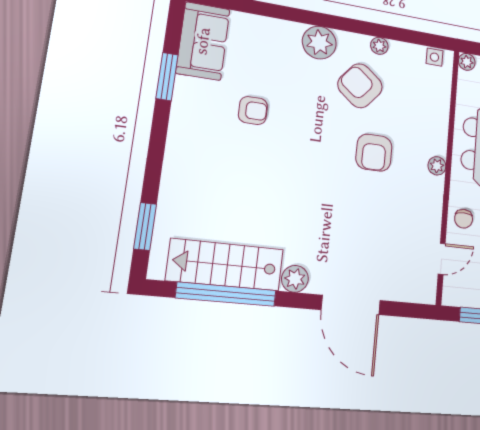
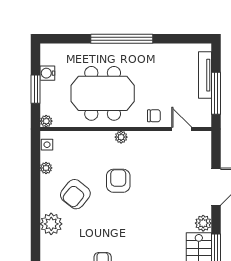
plant: (379, 46) -> (46, 168), moved
armchair: (374, 153) -> (118, 181), turned -90

